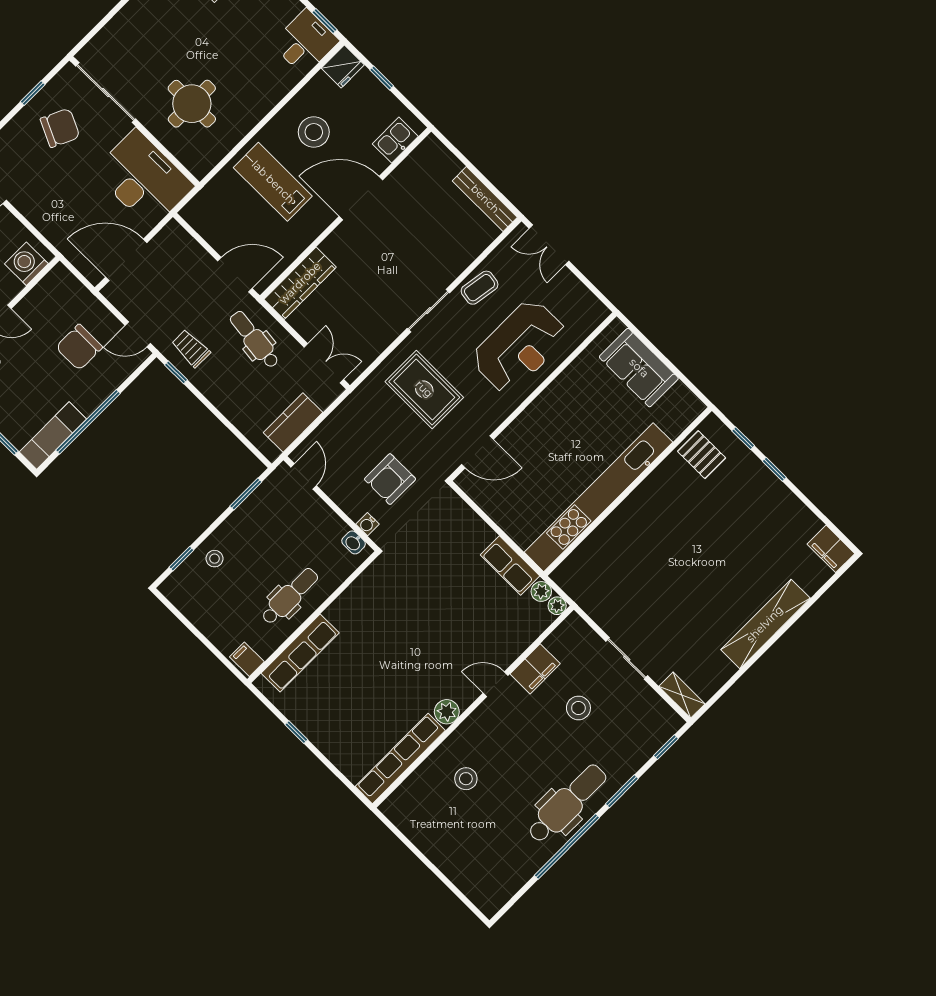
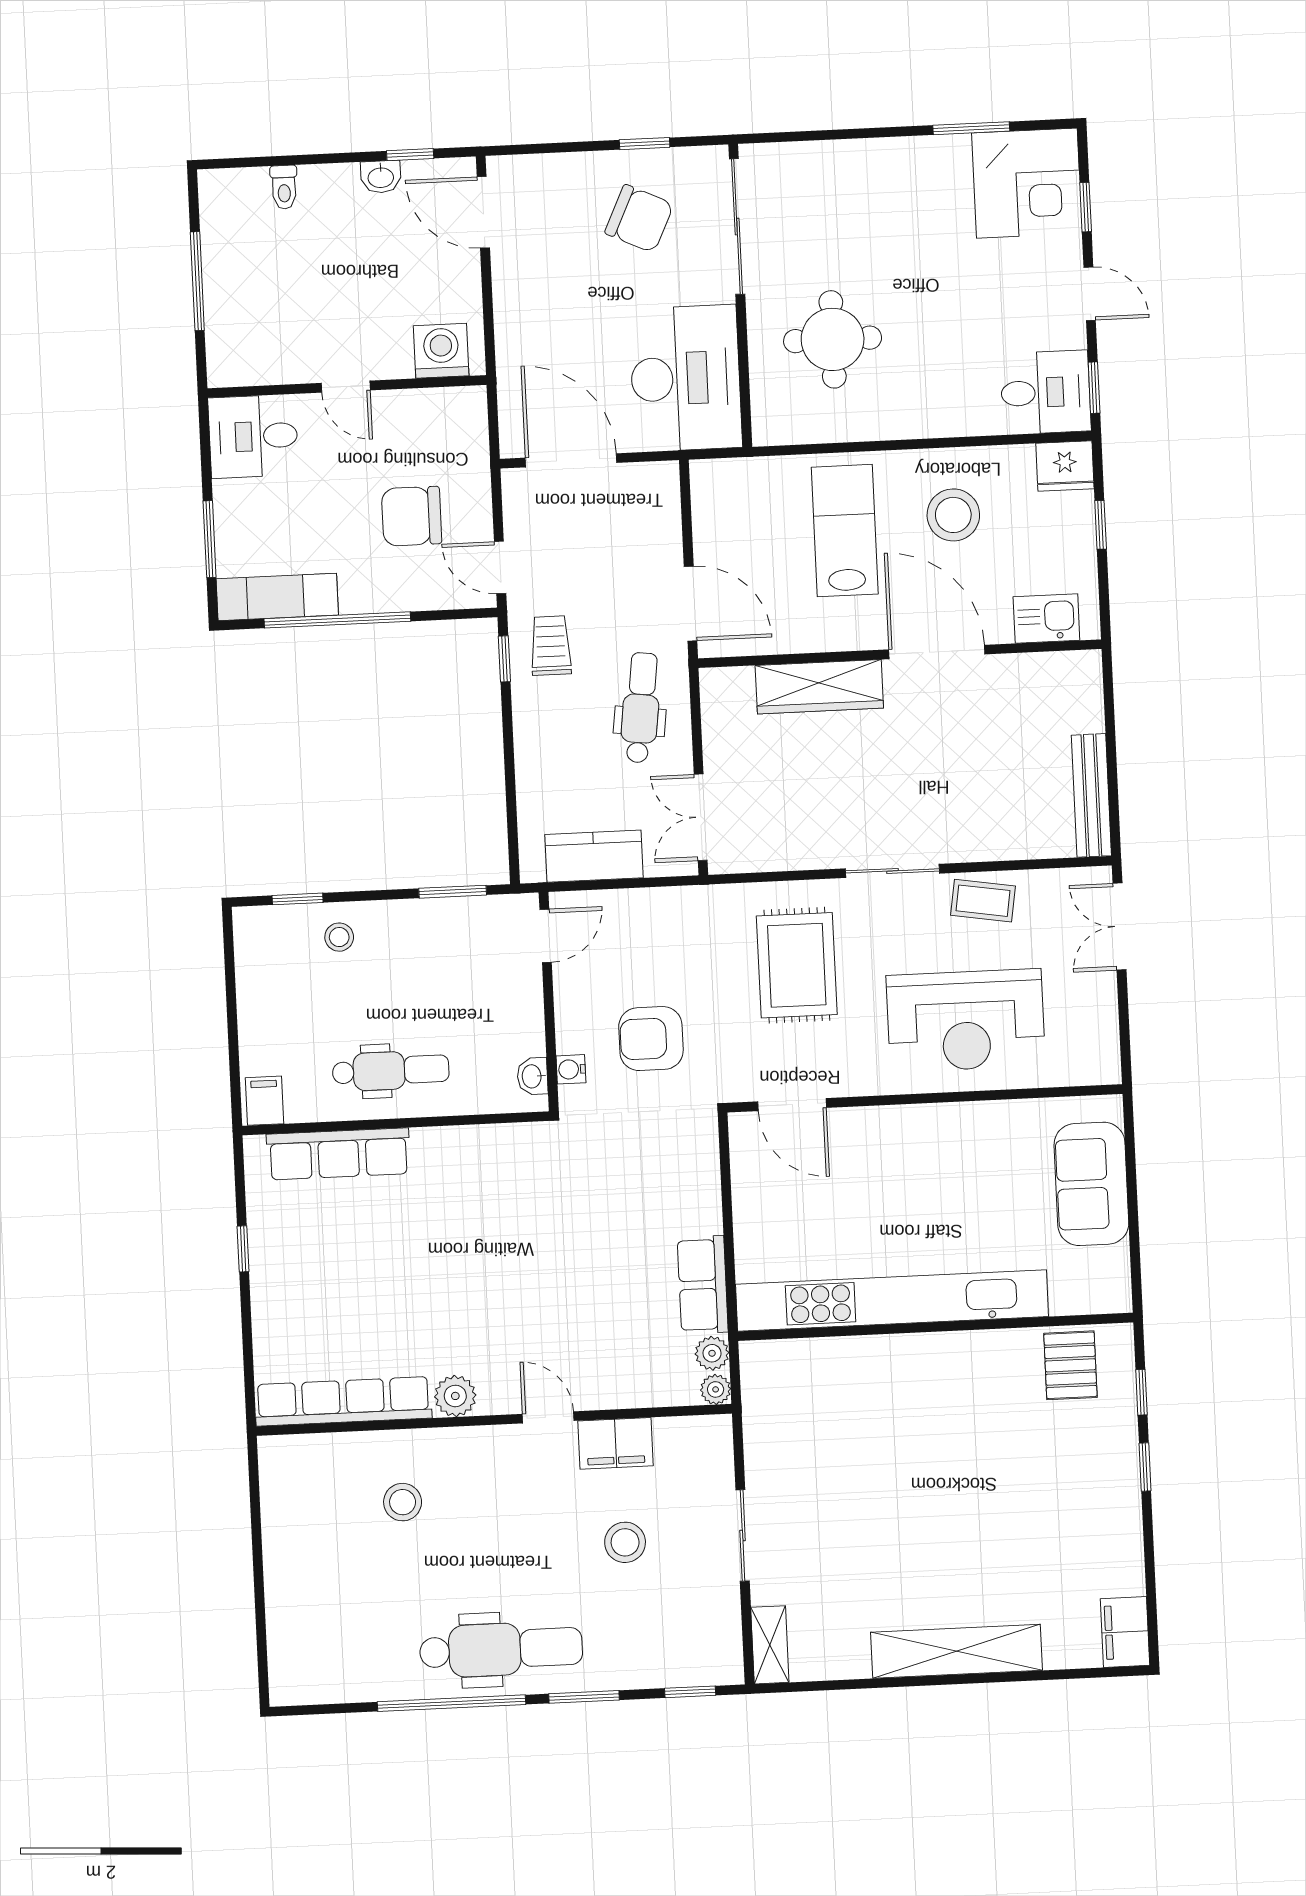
wardrobe: (300, 283) -> (819, 687), moved
double door: (324, 363) -> (701, 817), swing flipped

